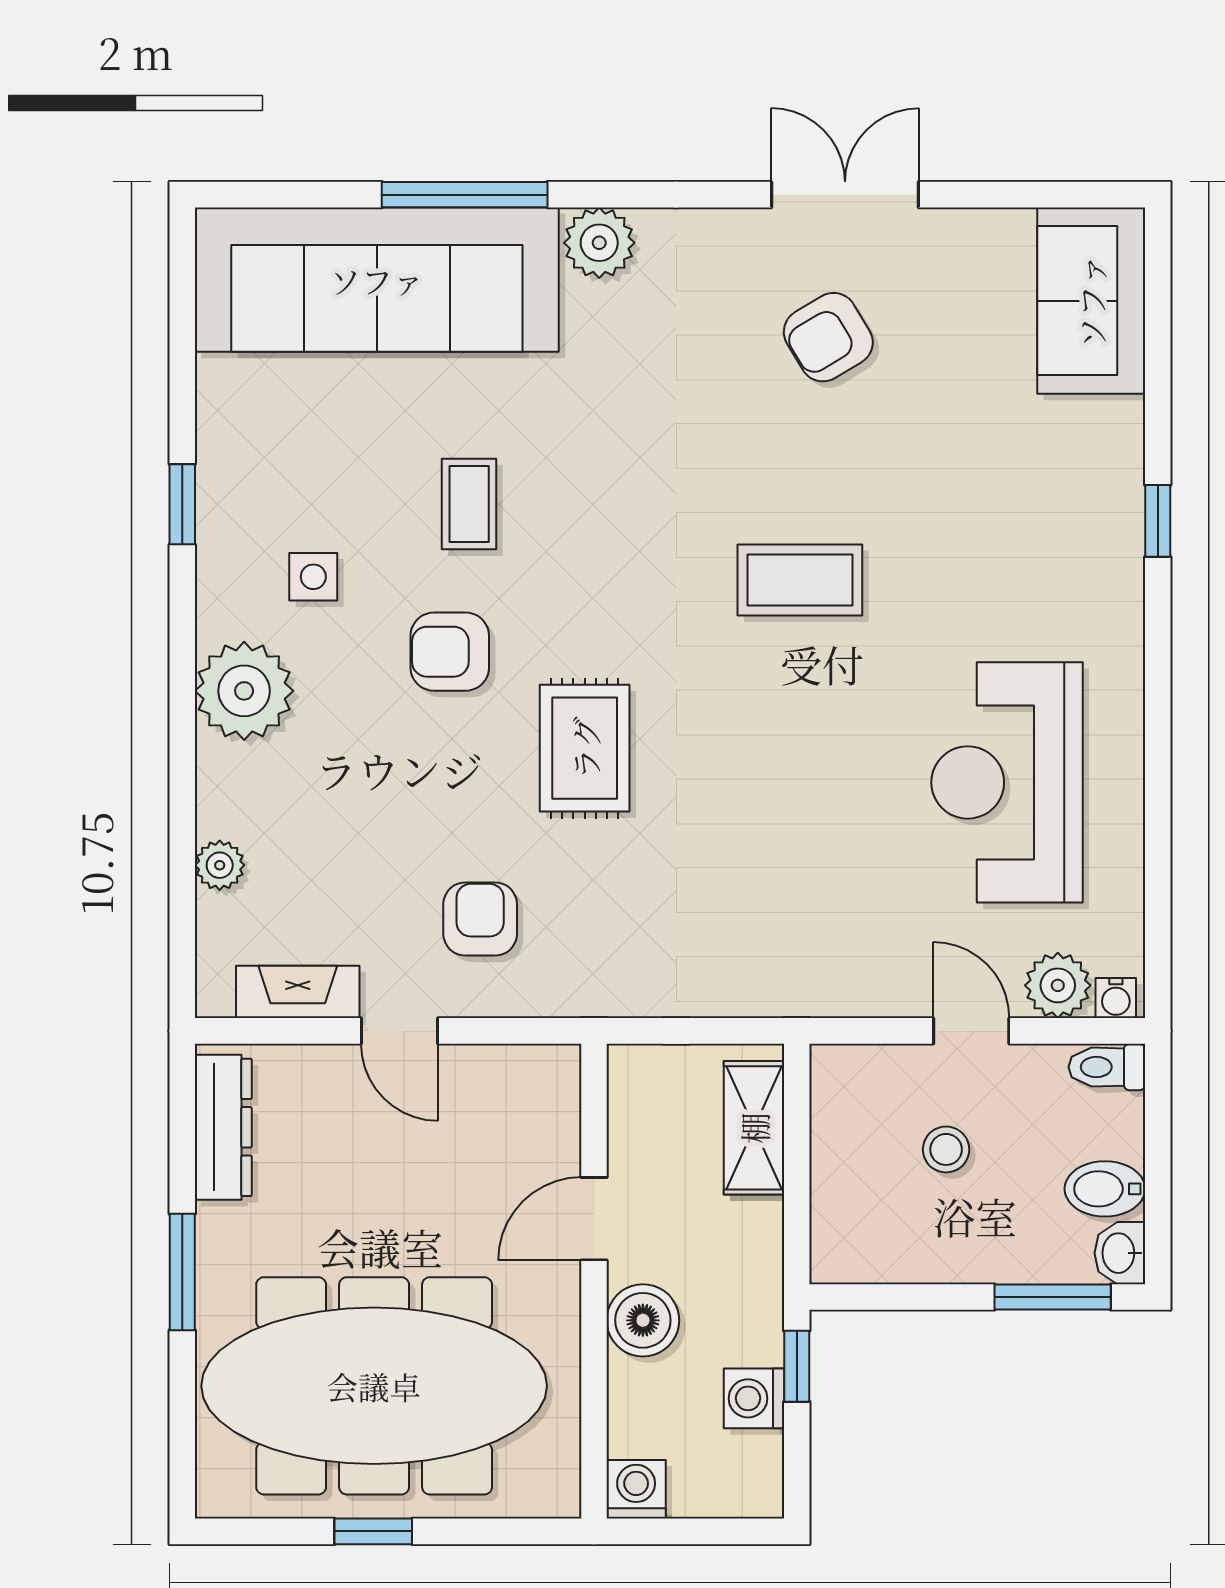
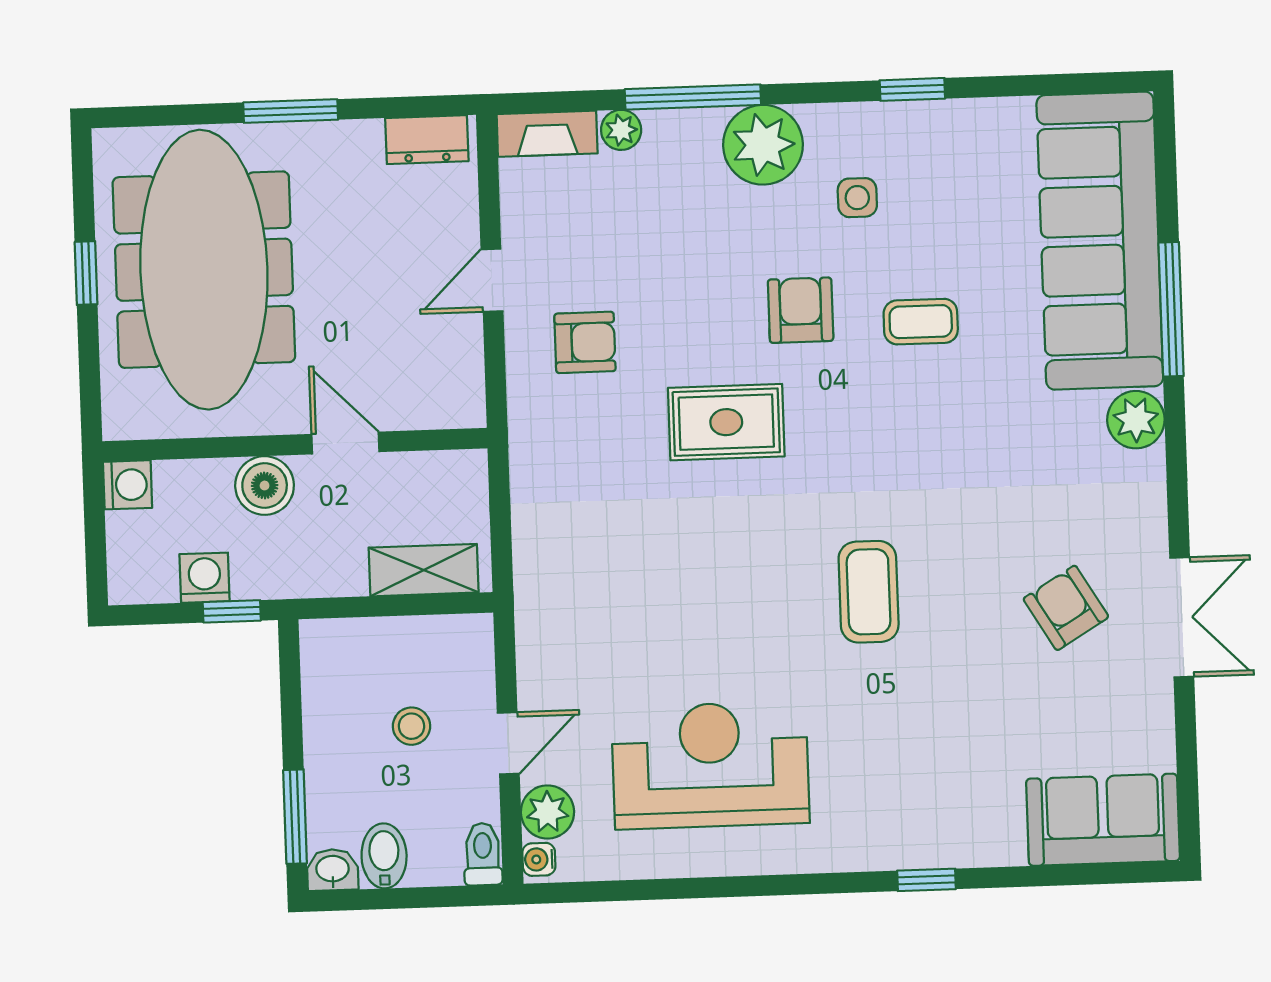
window: (182, 775) -> (693, 97), added
fireplace: (298, 992) -> (547, 134), moved, turned 90
dresser: (223, 1127) -> (427, 140), width x0.70

